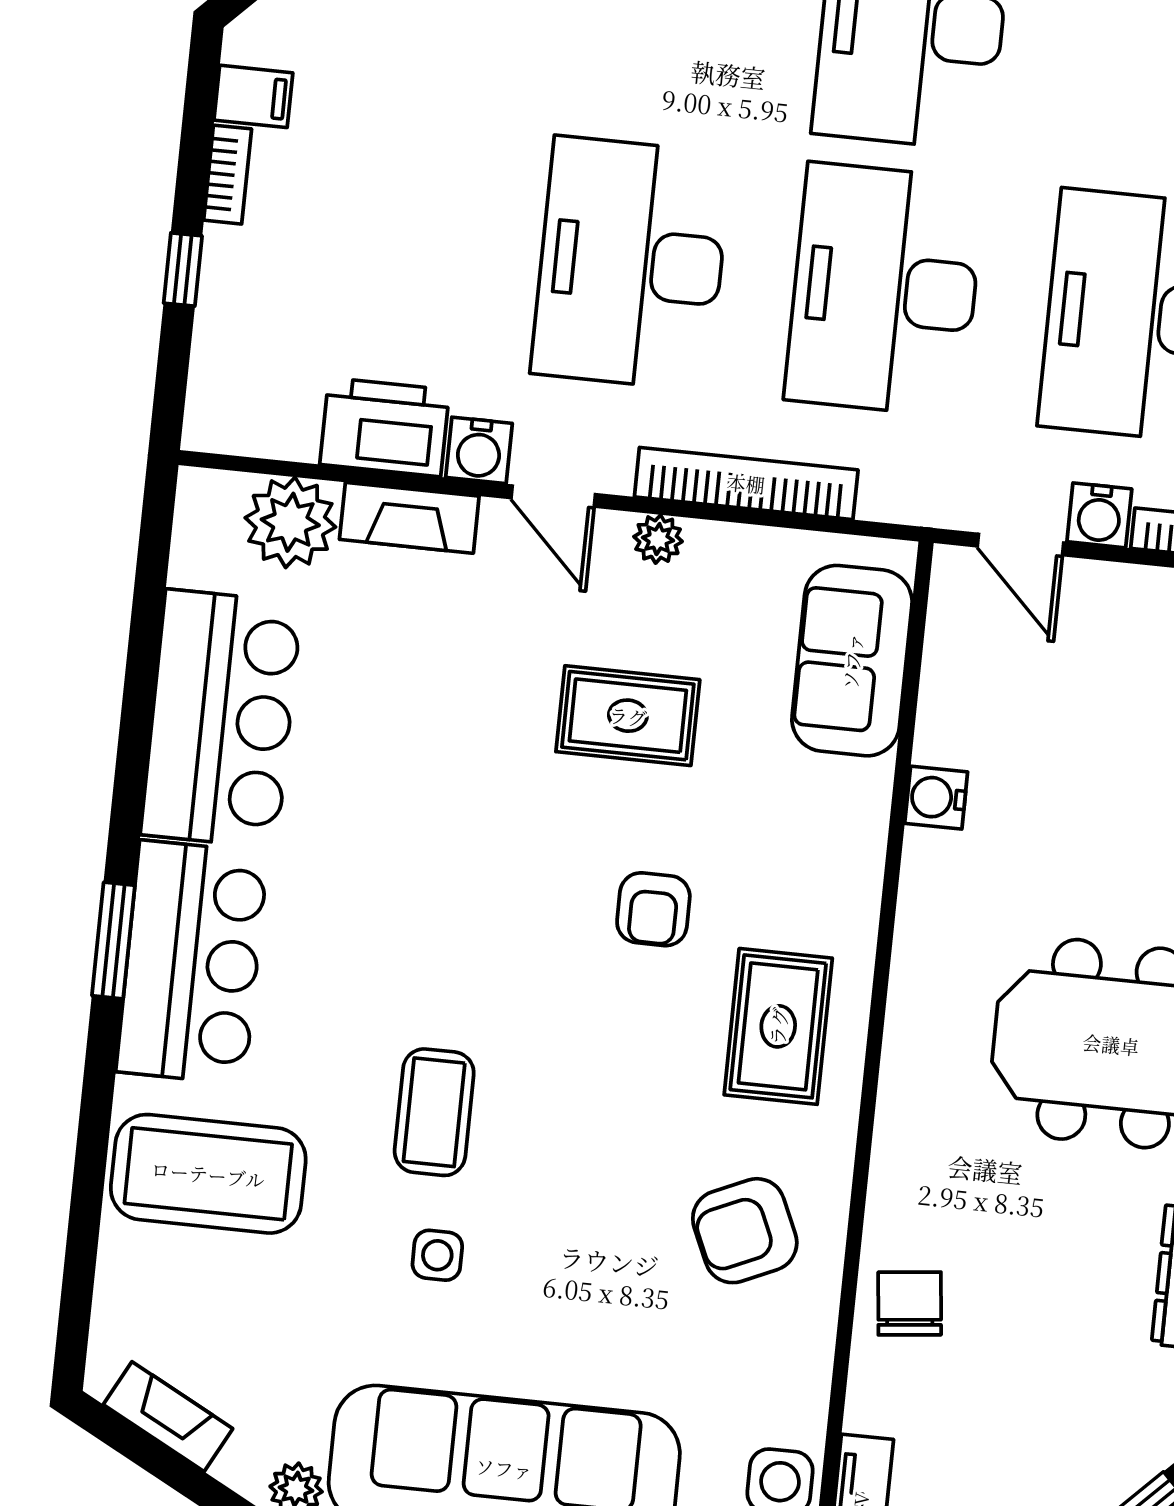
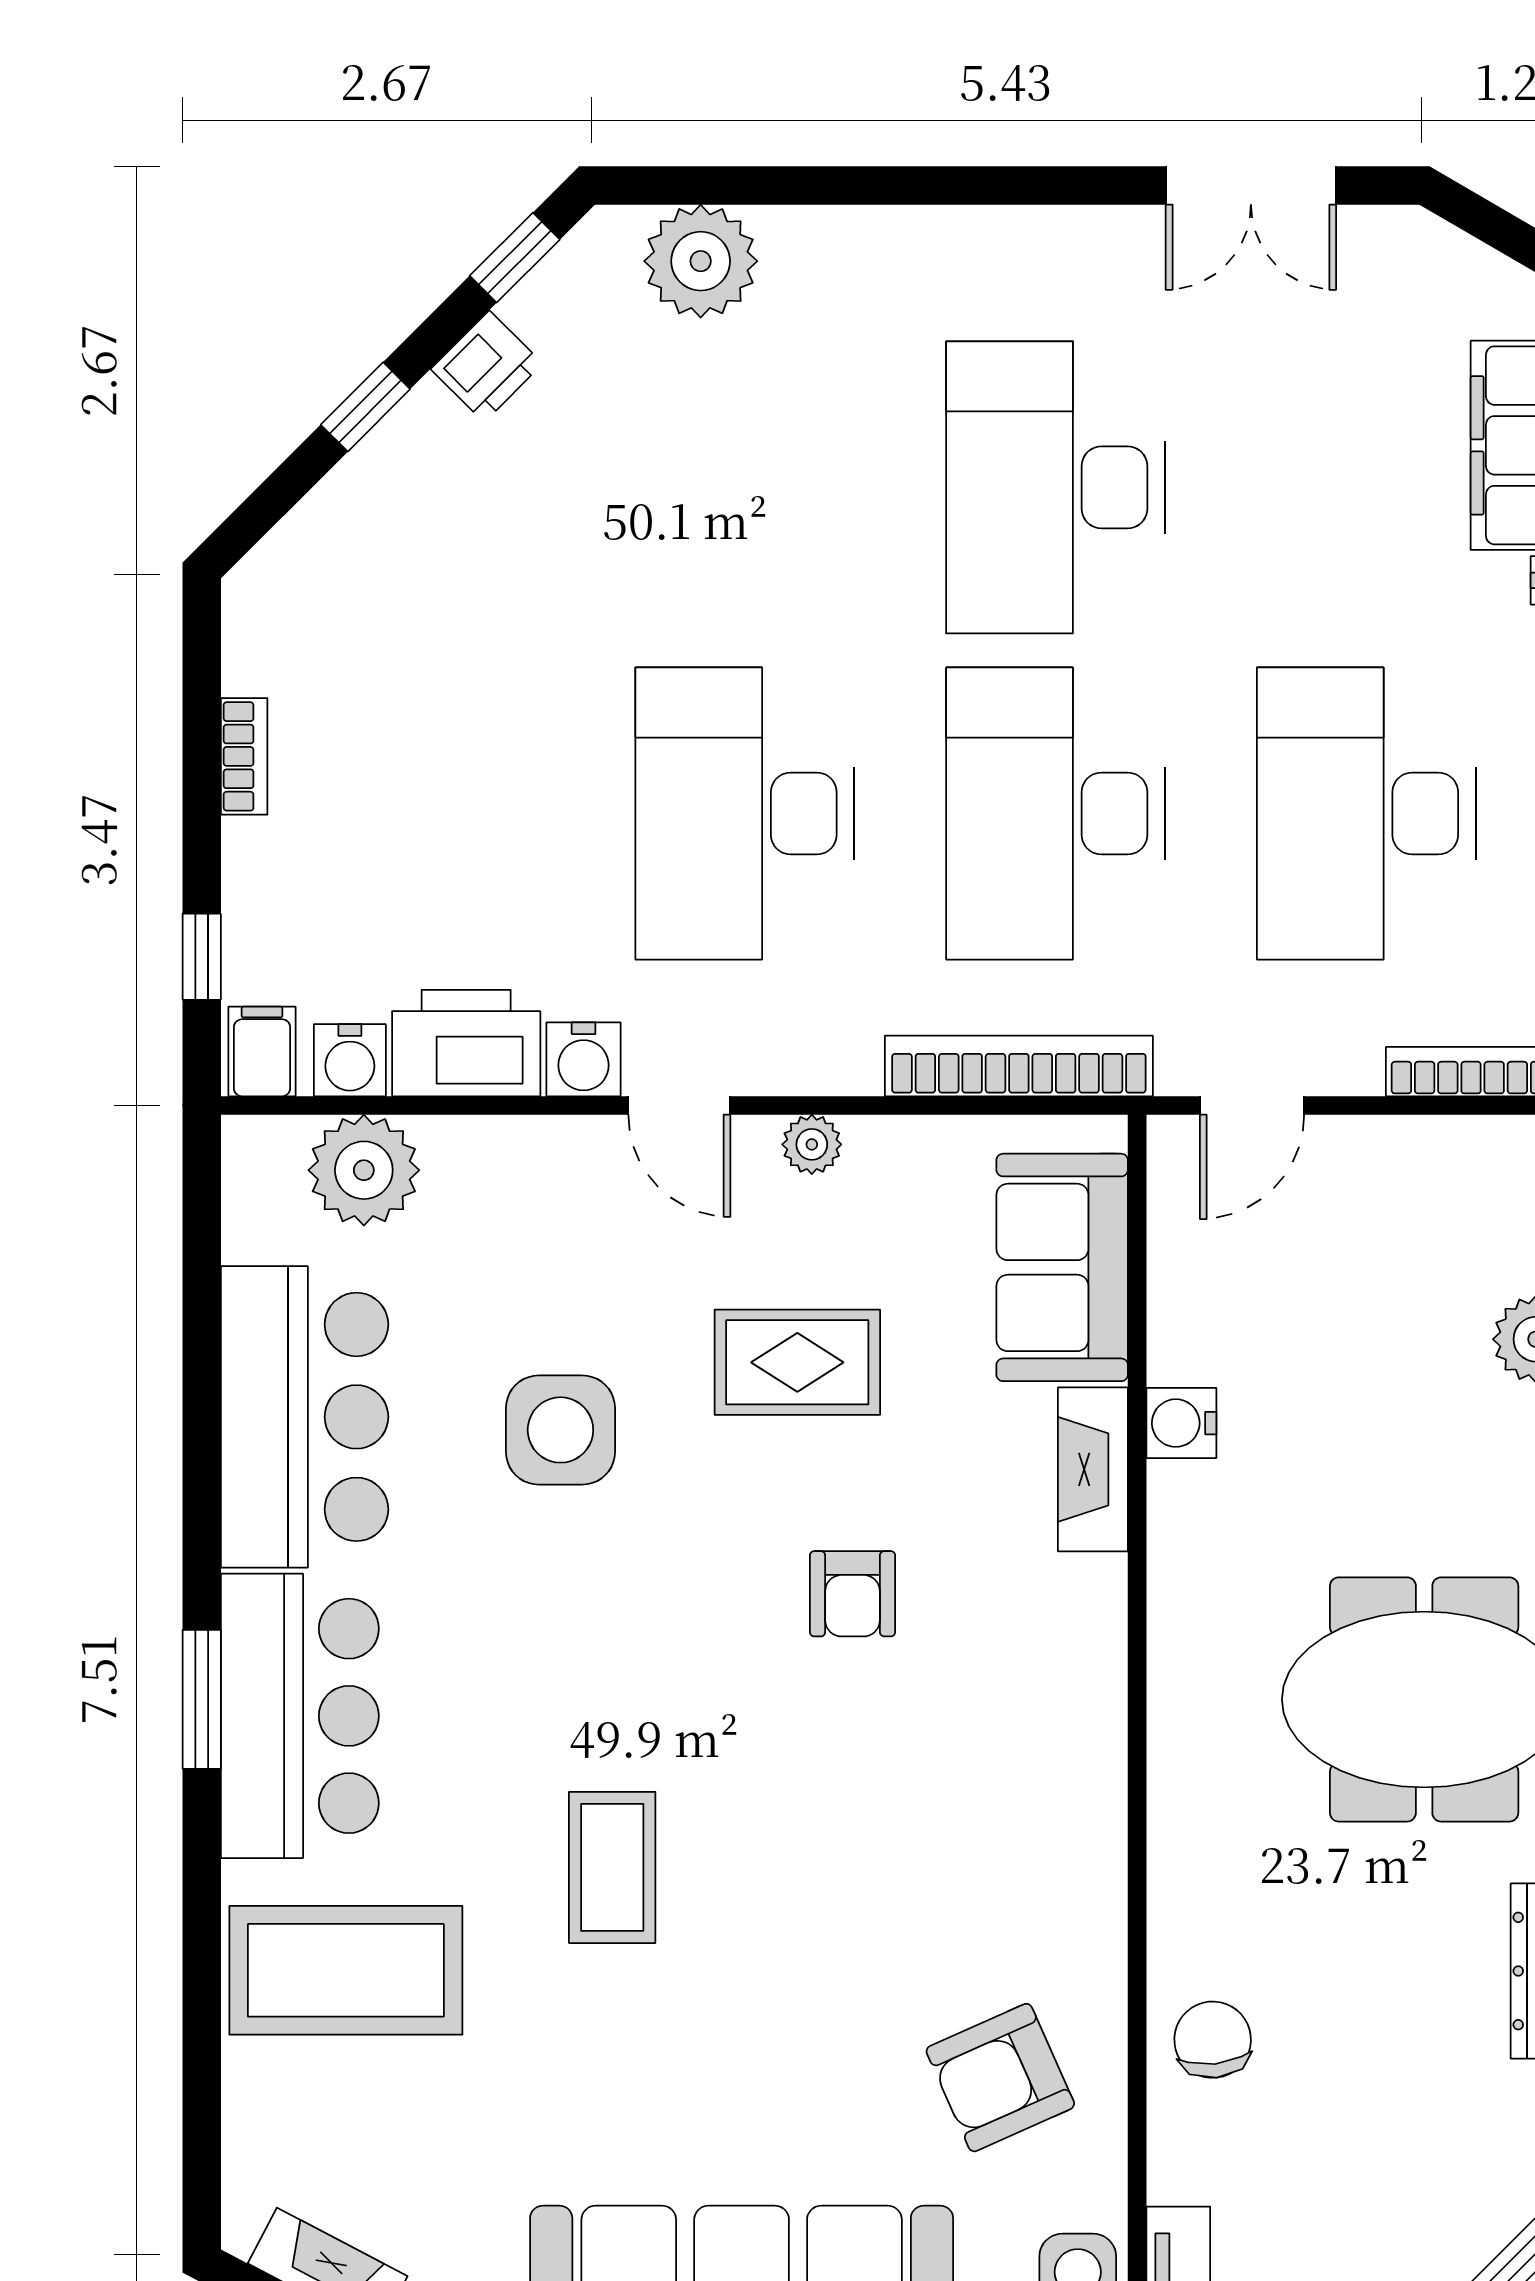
filing cabinet: (253, 96) -> (262, 1052), moved, turned -90
window: (183, 269) -> (202, 957), moved
bookcase: (746, 483) -> (1019, 1066), moved
water cooler: (1099, 515) -> (350, 1060), moved
fireplace: (409, 518) -> (1093, 1469), moved, turned 90
door: (1021, 544) -> (1252, 1106), hinge flipped
rug: (778, 1026) -> (1018, 1720), removed
armchair: (745, 1231) -> (1000, 2078), moved
side table: (437, 1255) -> (560, 1430), moved, width x1.87, depth x1.87

